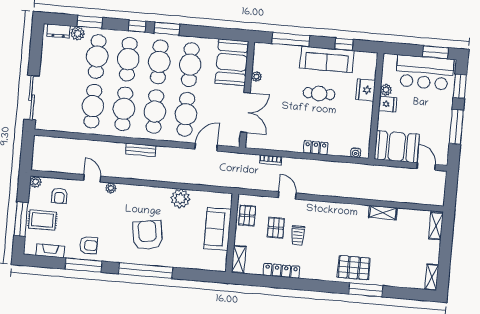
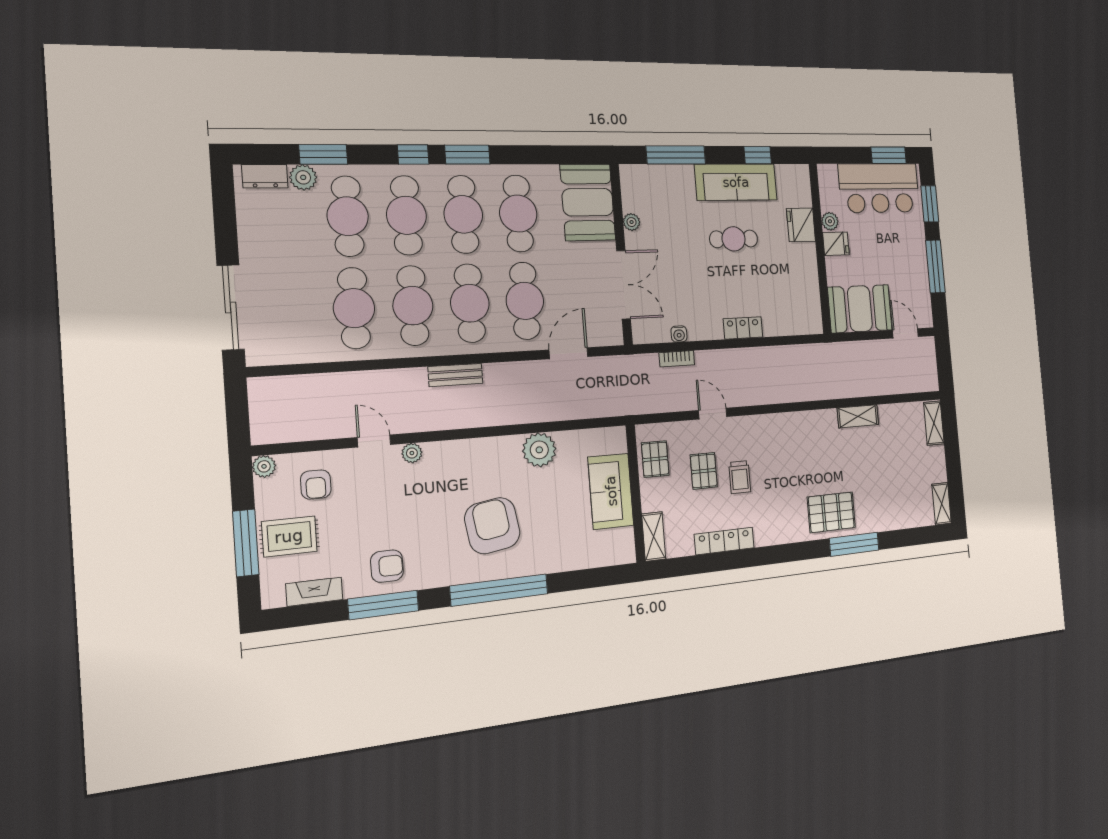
water cooler: (356, 153) -> (679, 334), moved

